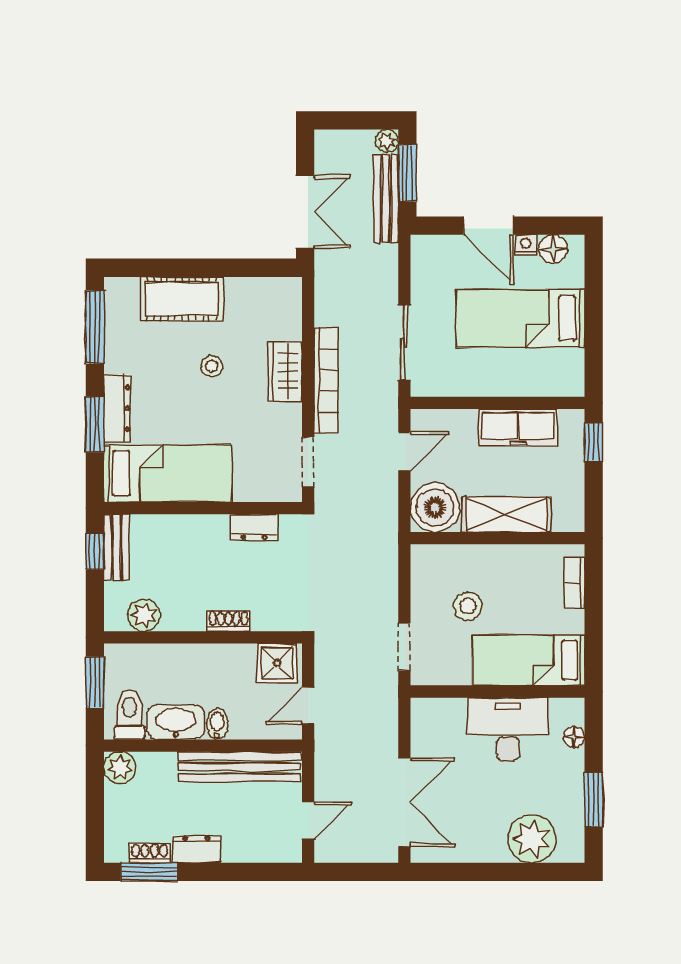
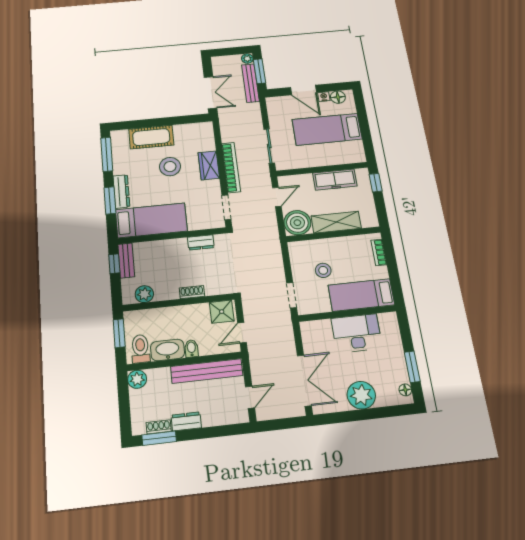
stool: (212, 366) -> (170, 167), width x1.89, depth x1.89
floor lamp: (574, 737) -> (405, 390), moved
plant: (532, 839) -> (361, 395), moved

